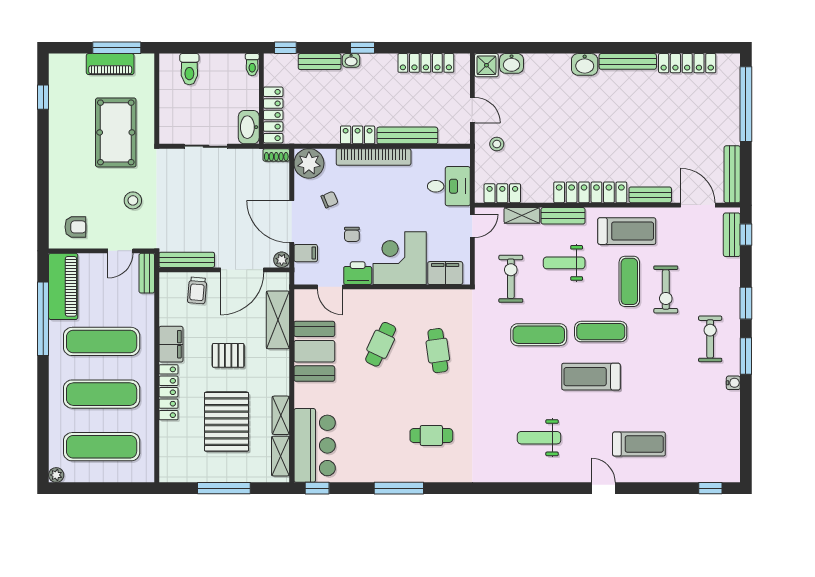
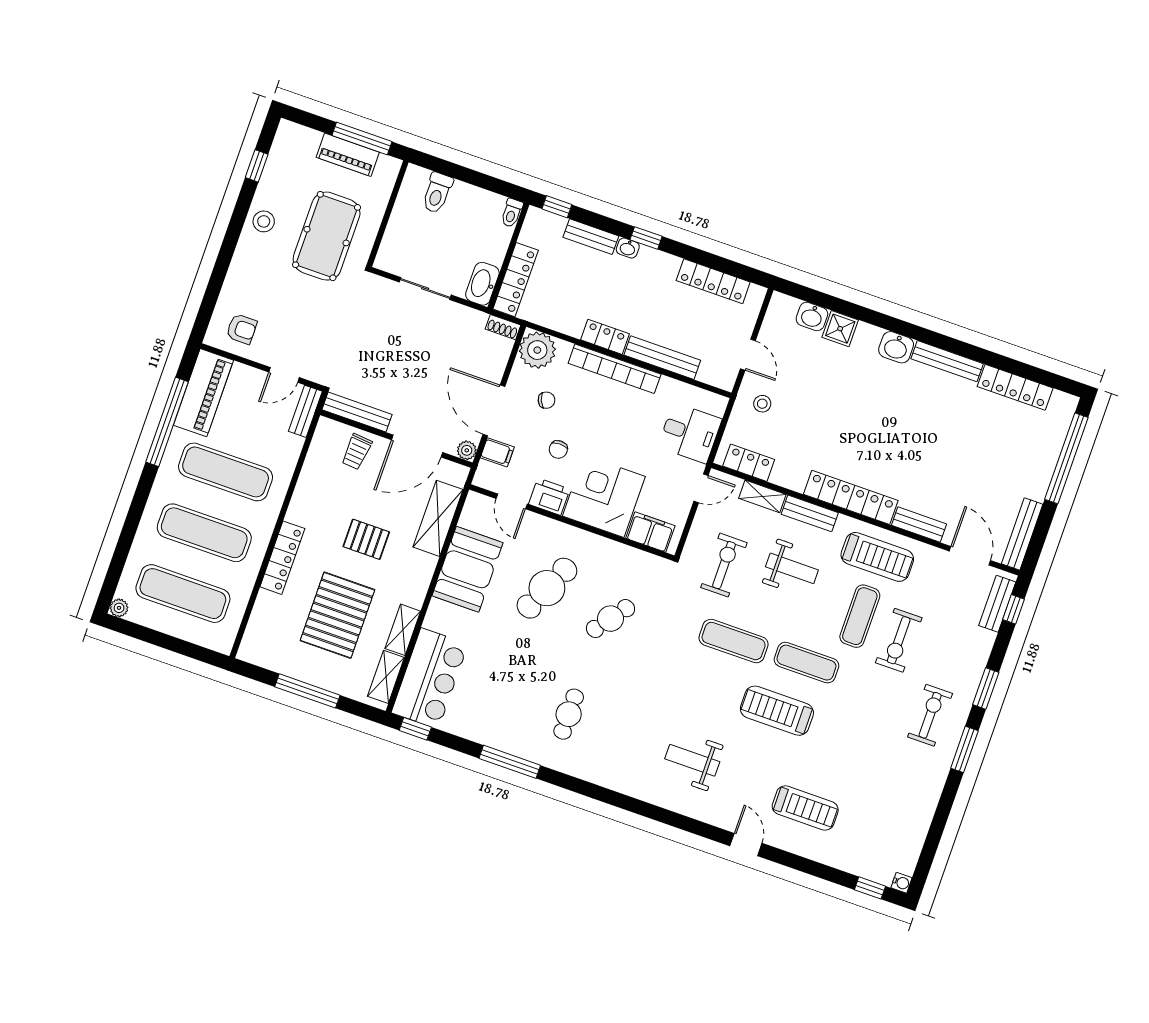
shower: (486, 65) -> (840, 329), moved
stool: (133, 200) -> (264, 221), moved
weight bench: (564, 263) -> (792, 568), turned 180
filing cabinet: (171, 344) -> (305, 503), removed
cafe table: (381, 344) -> (547, 588), width x1.37, depth x1.35
cafe table: (438, 351) -> (611, 619), turned 45
water cooler: (733, 383) -> (901, 883), moved
cafe table: (431, 436) -> (569, 714), turned 90

